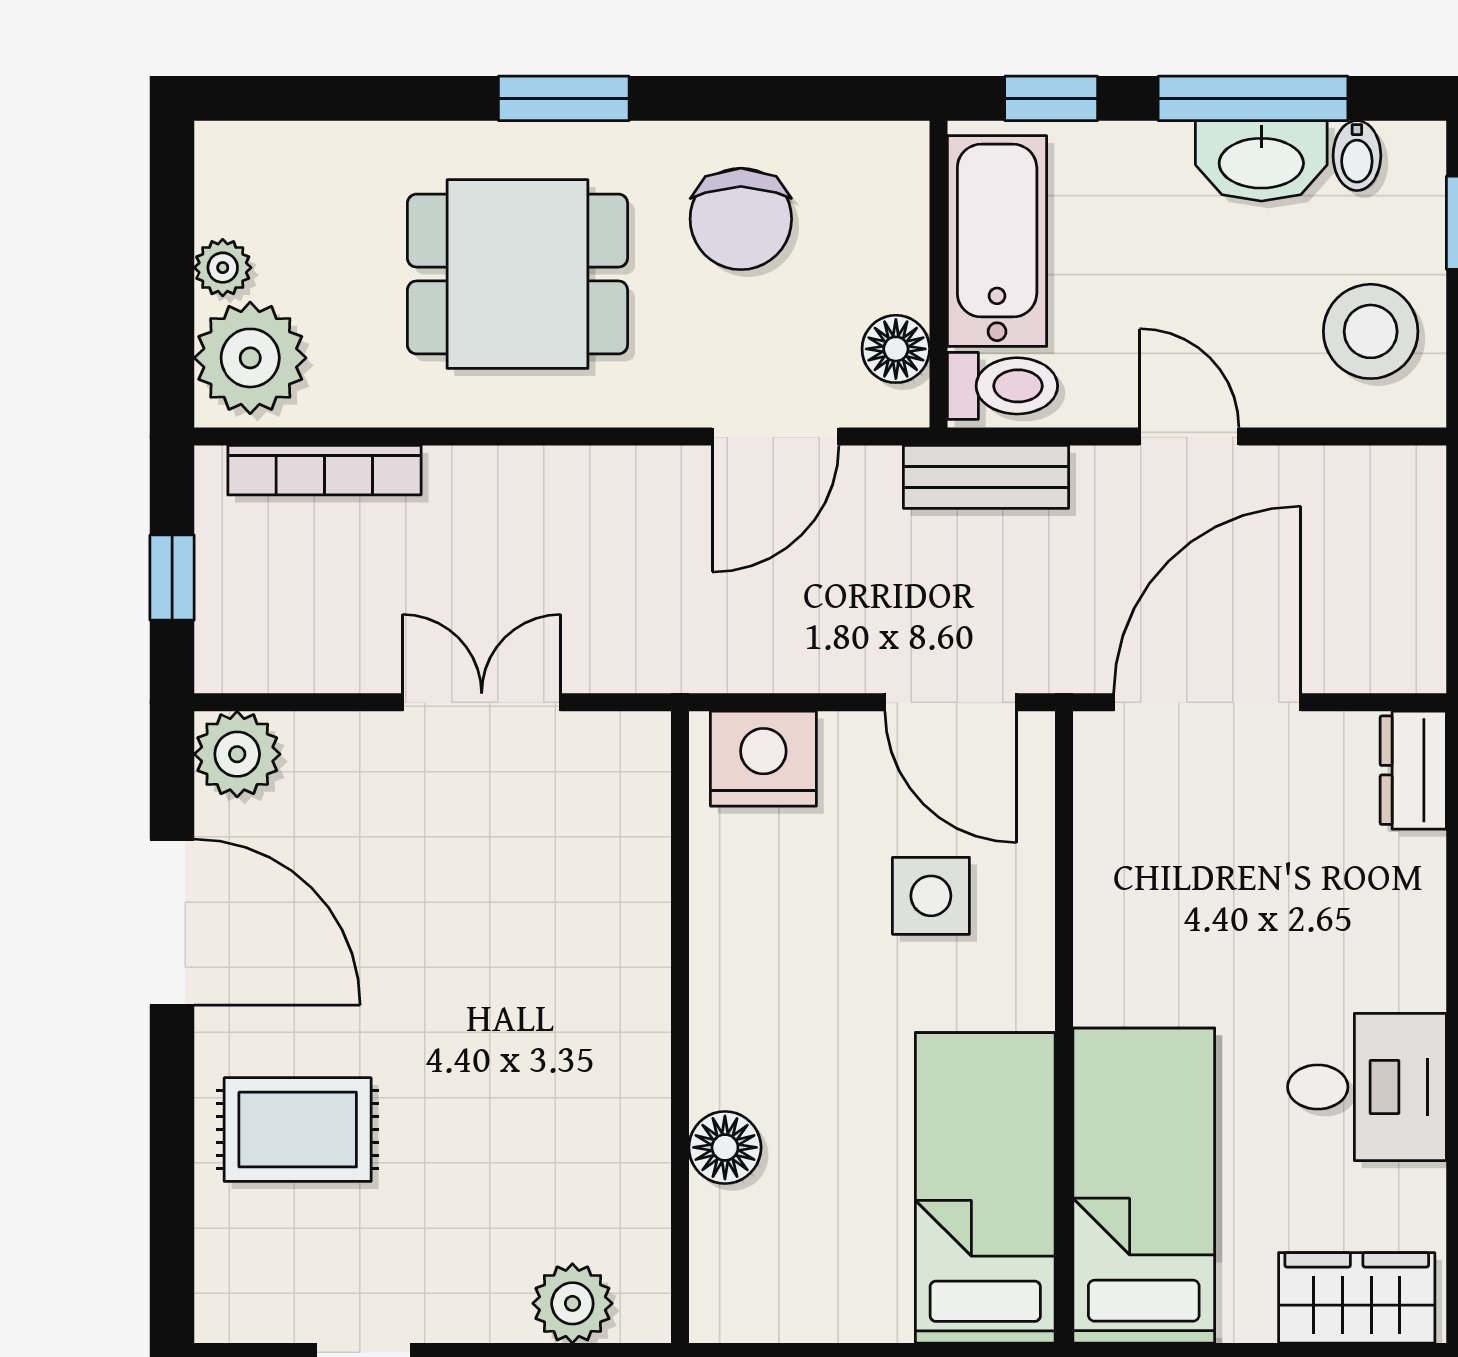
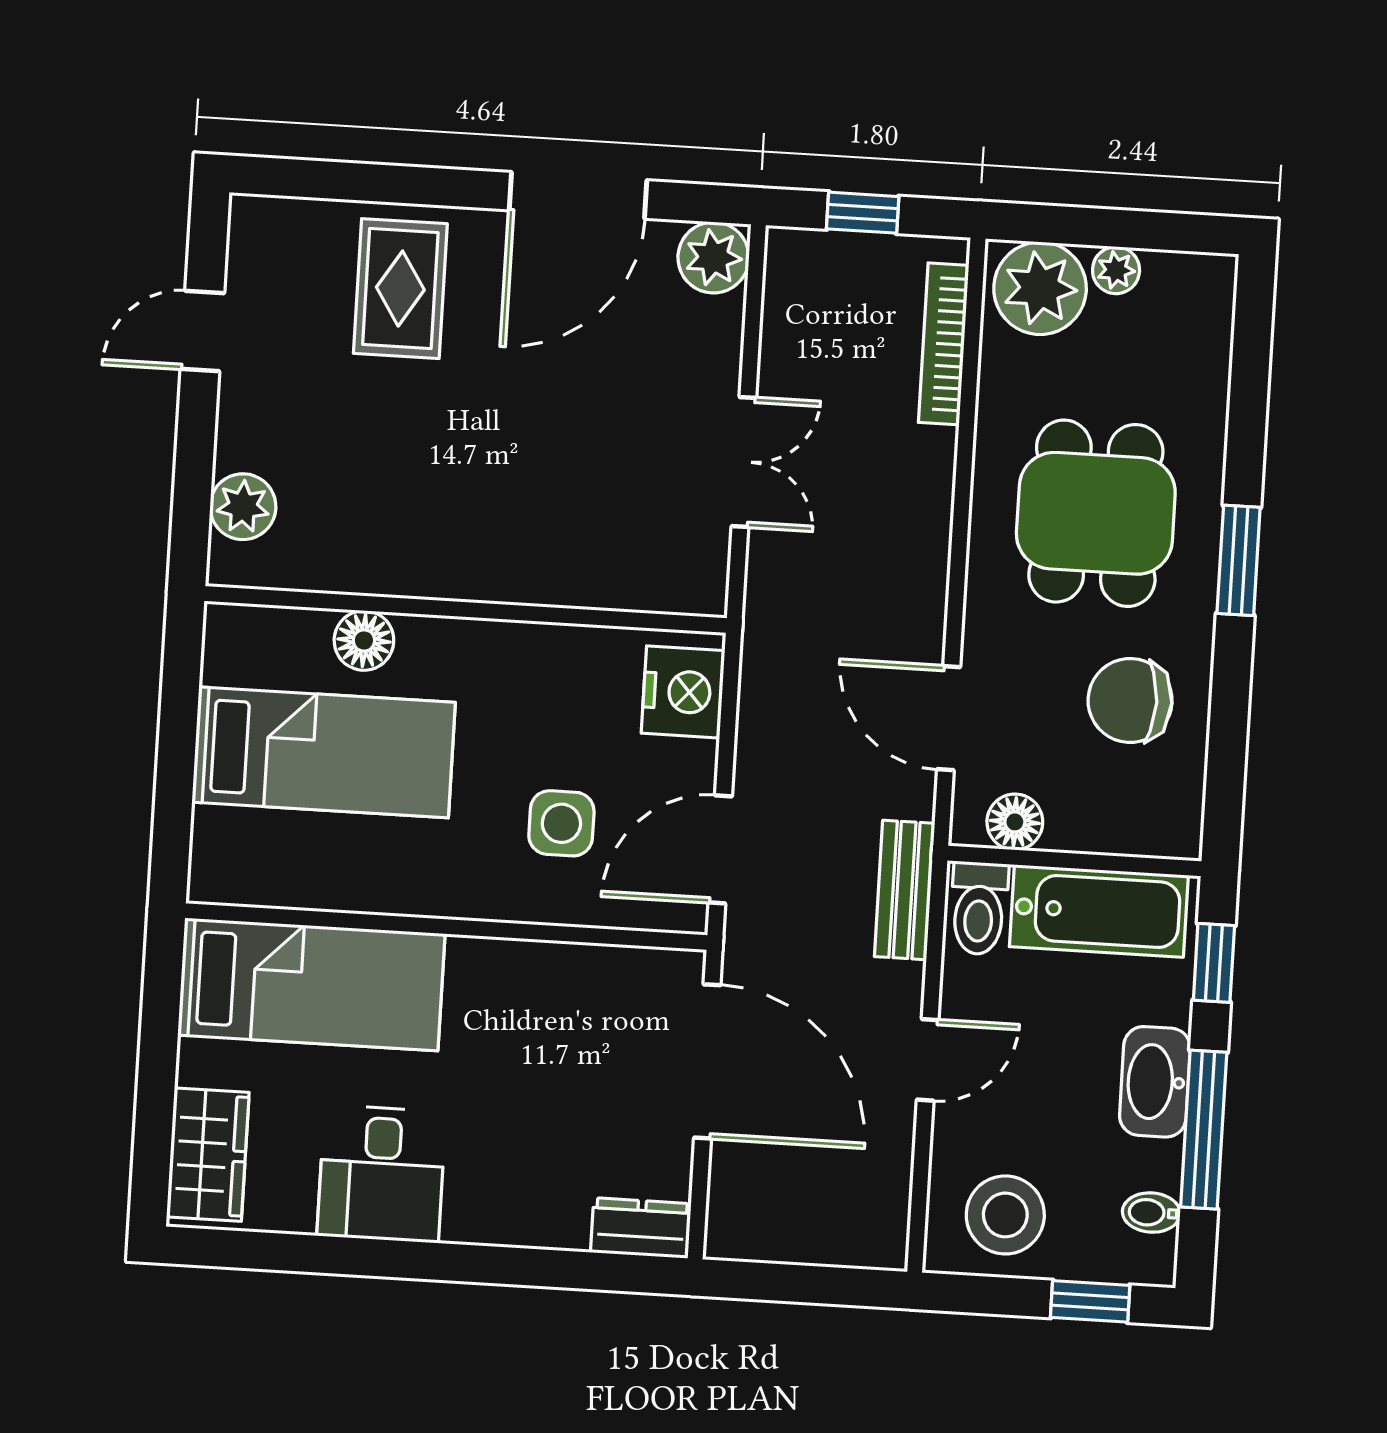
washbasin: (1261, 161) -> (1155, 1082), moved
bed: (985, 1188) -> (324, 752), moved

